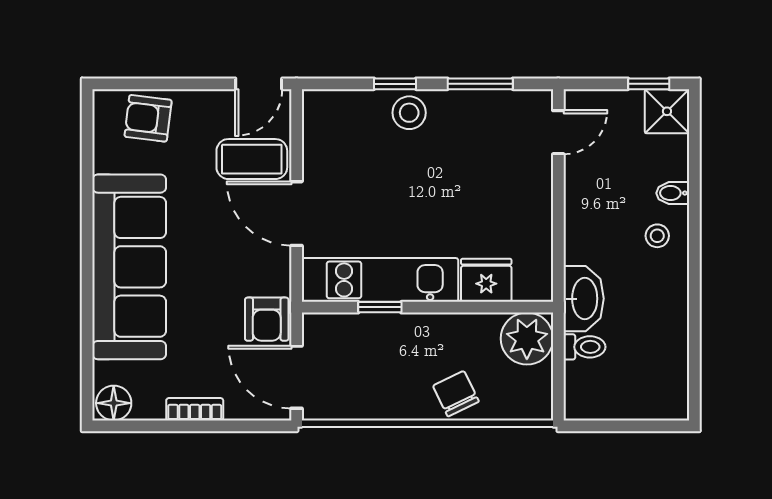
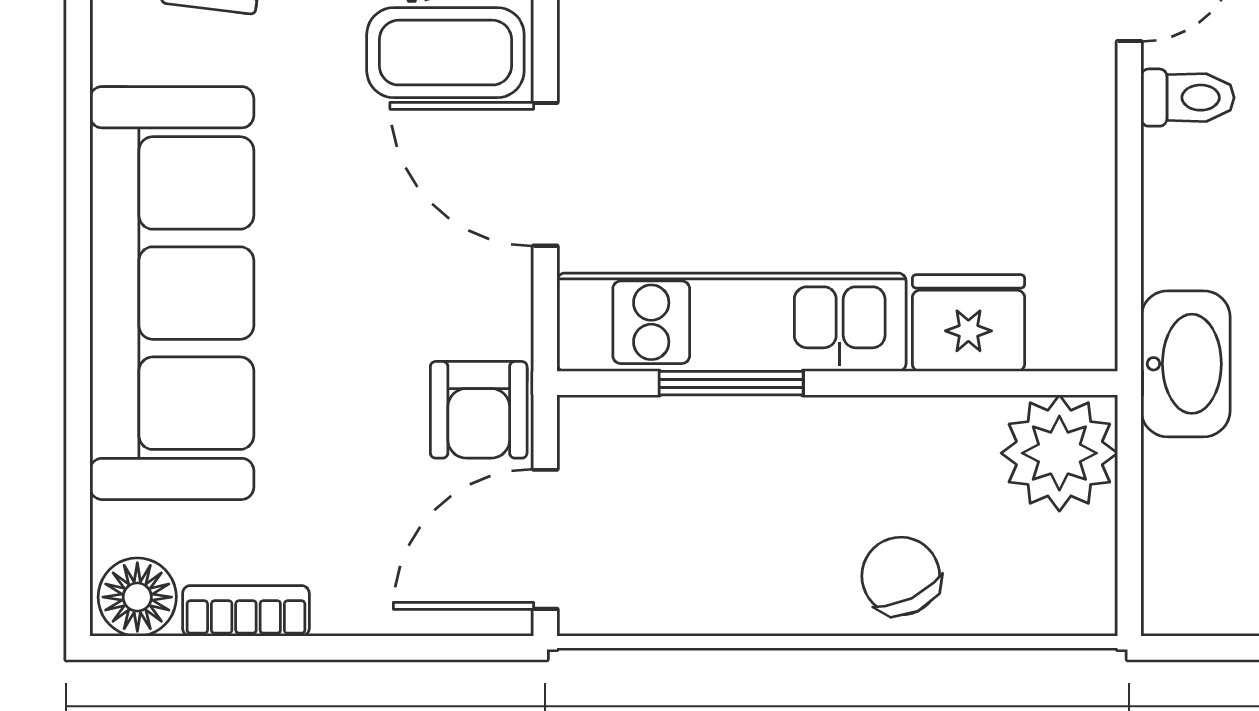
window: (380, 307) -> (731, 383), width x1.50
toilet: (584, 347) -> (1188, 98), moved
door: (297, 377) -> (545, 539), hinge flipped
bookcase: (195, 409) -> (246, 611), moved

